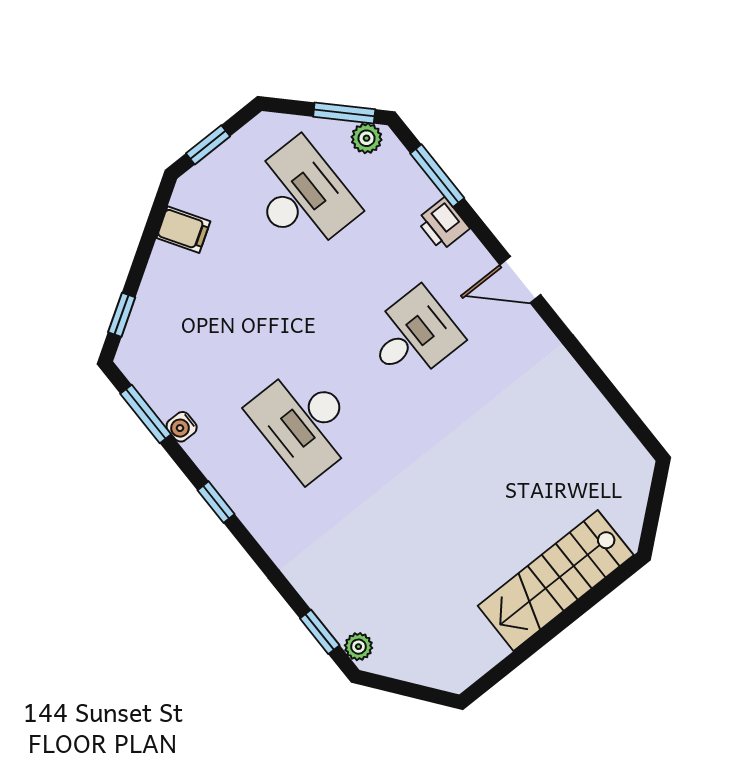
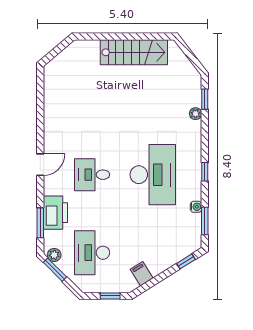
printer: (443, 224) -> (55, 213), width x1.87, depth x1.48
door: (520, 280) -> (40, 165), hinge flipped
desk: (305, 423) -> (153, 175), width x1.36, depth x1.30
stairs: (556, 580) -> (134, 52), moved
plant: (358, 647) -> (196, 114), moved

